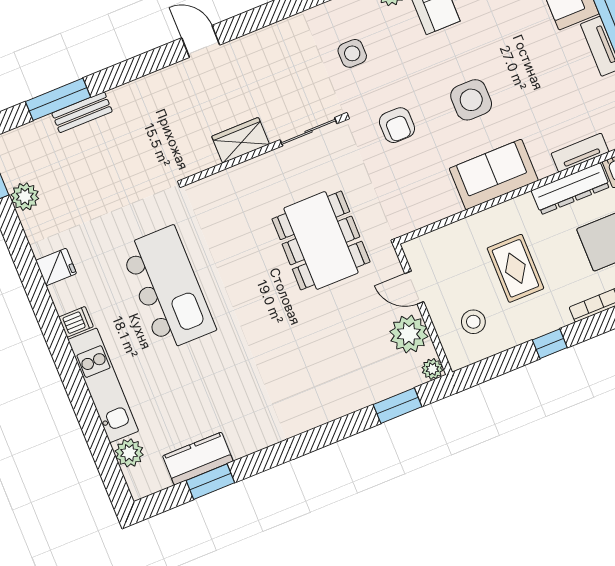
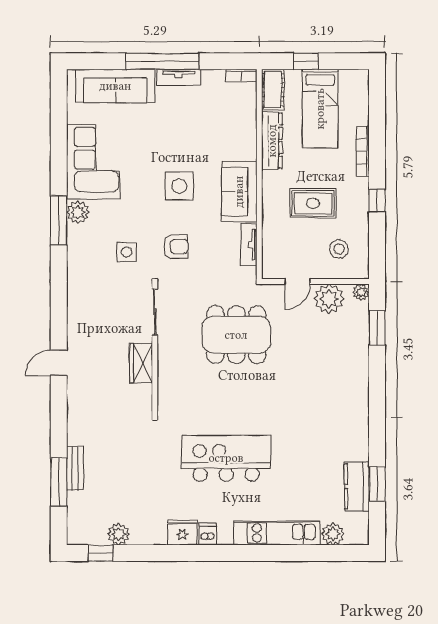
side table: (352, 53) -> (127, 252), moved
tv unit: (580, 153) -> (249, 244), moved
fridge: (56, 267) -> (182, 532), width x1.38
dishwasher: (76, 322) -> (208, 534), moved

